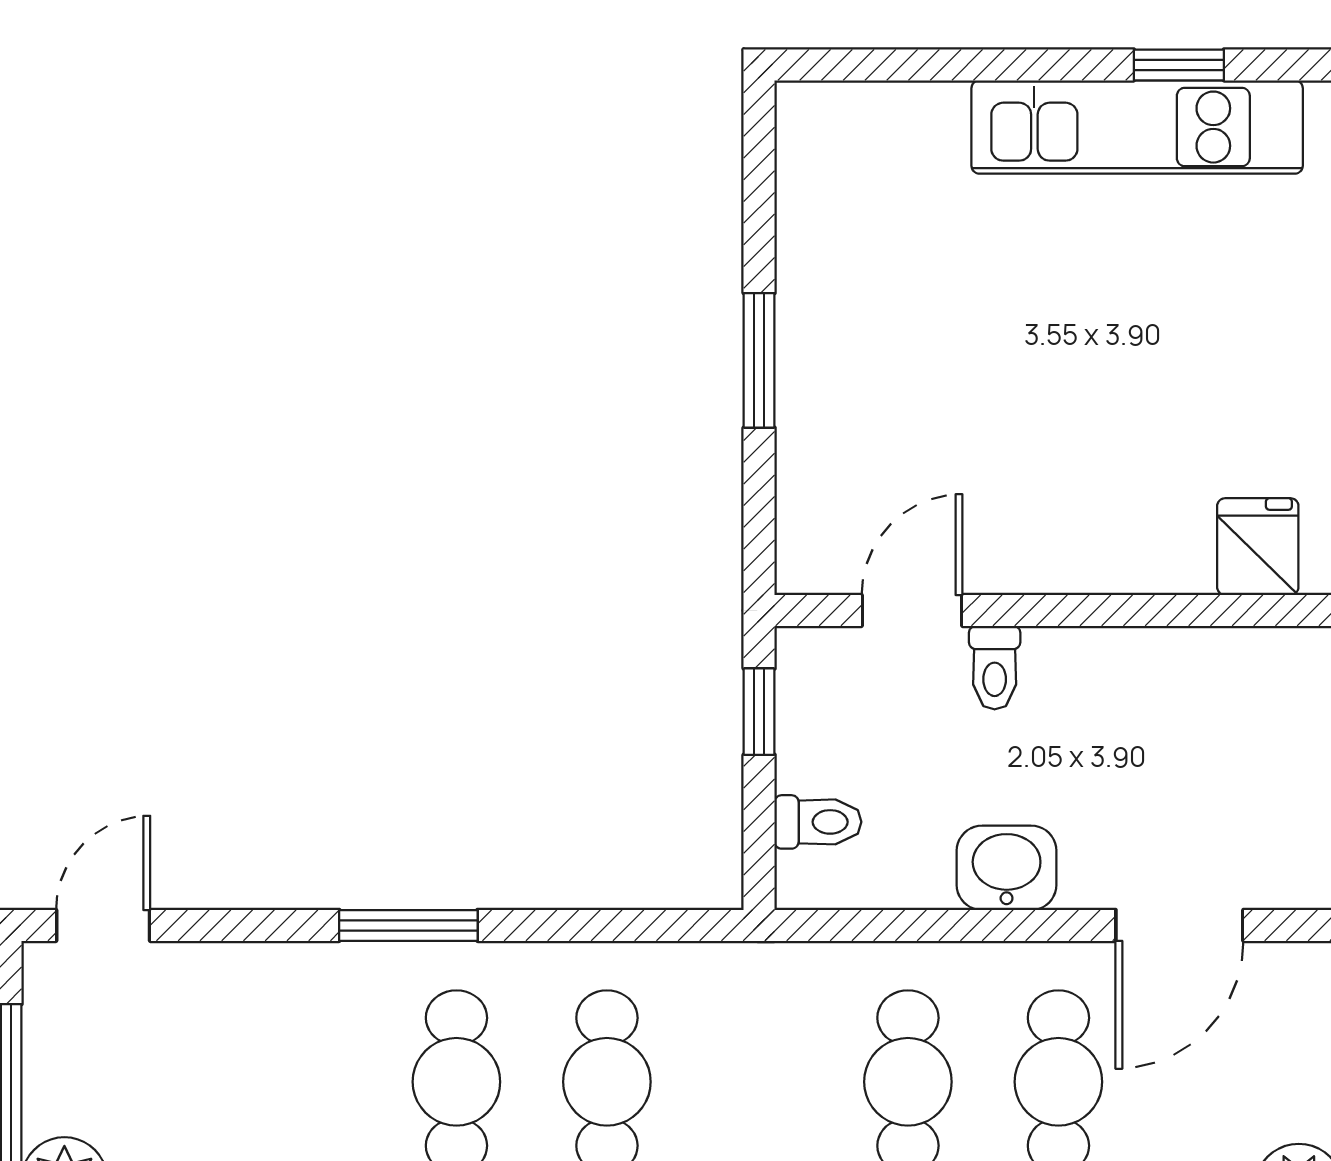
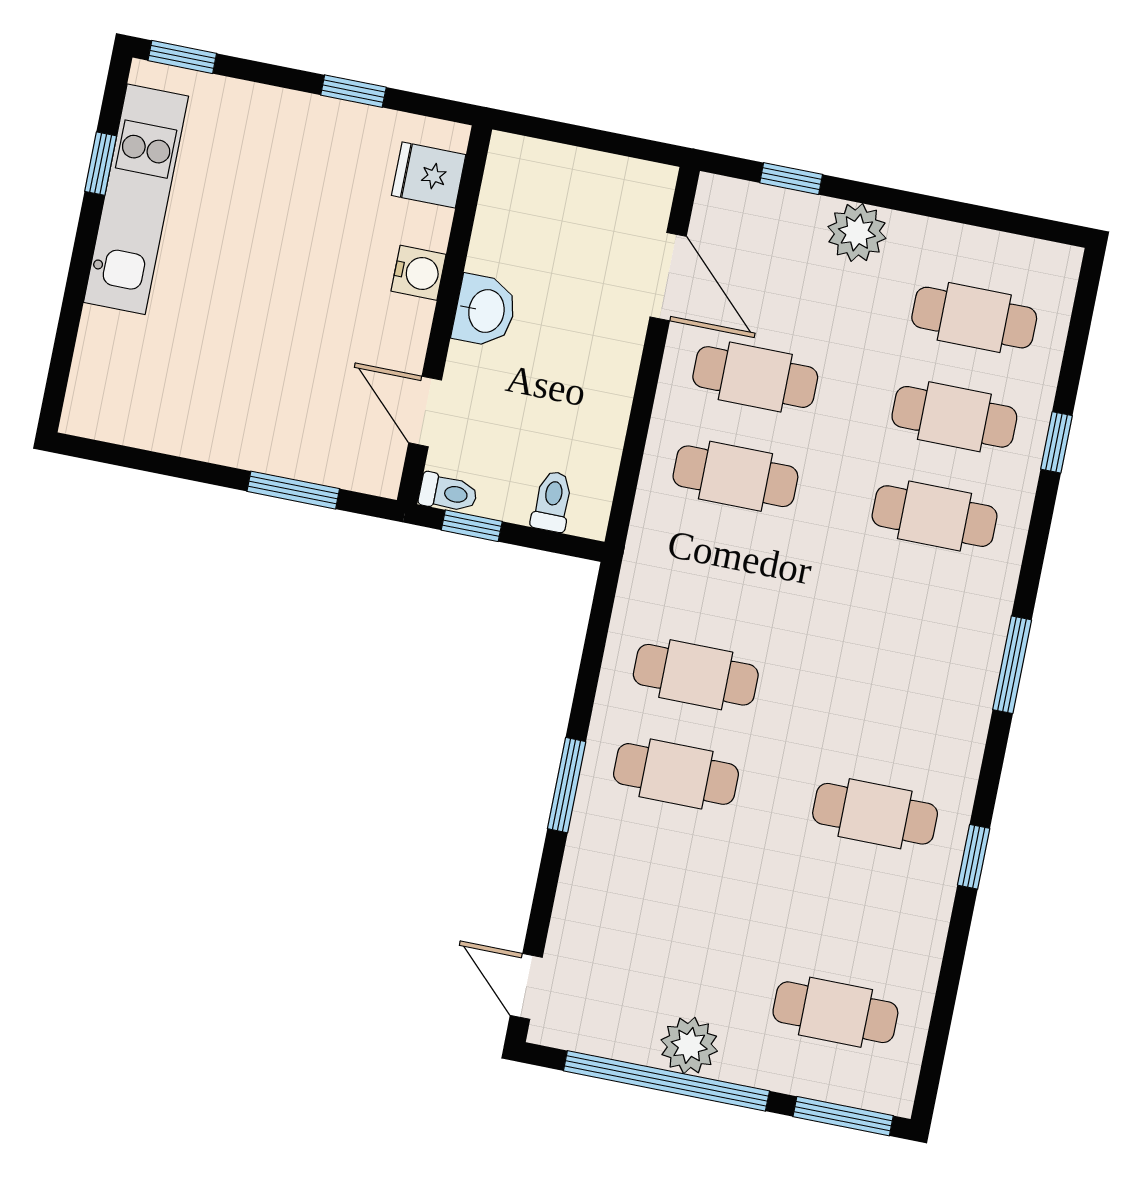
window: (759, 360) -> (293, 490), moved
water cooler: (1112, 560) -> (419, 273), added
toilet: (995, 668) -> (448, 493), moved
washbasin: (1007, 868) -> (485, 311), moved, turned 180

